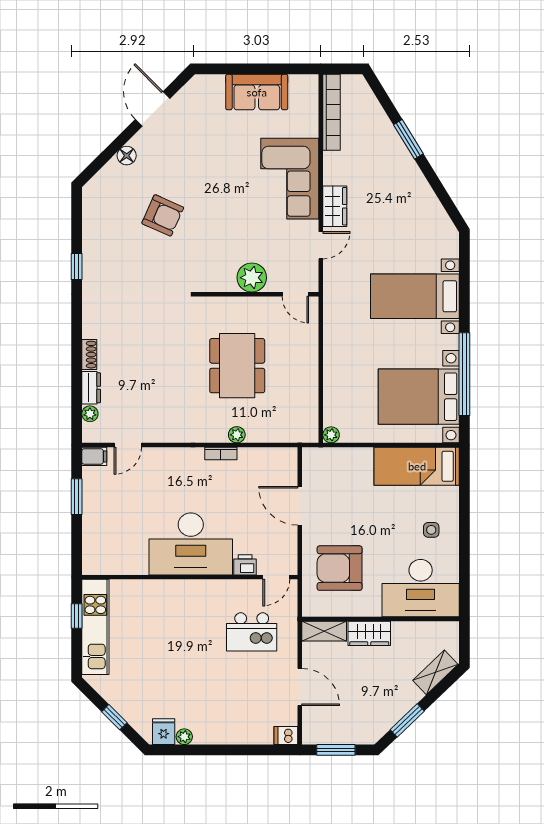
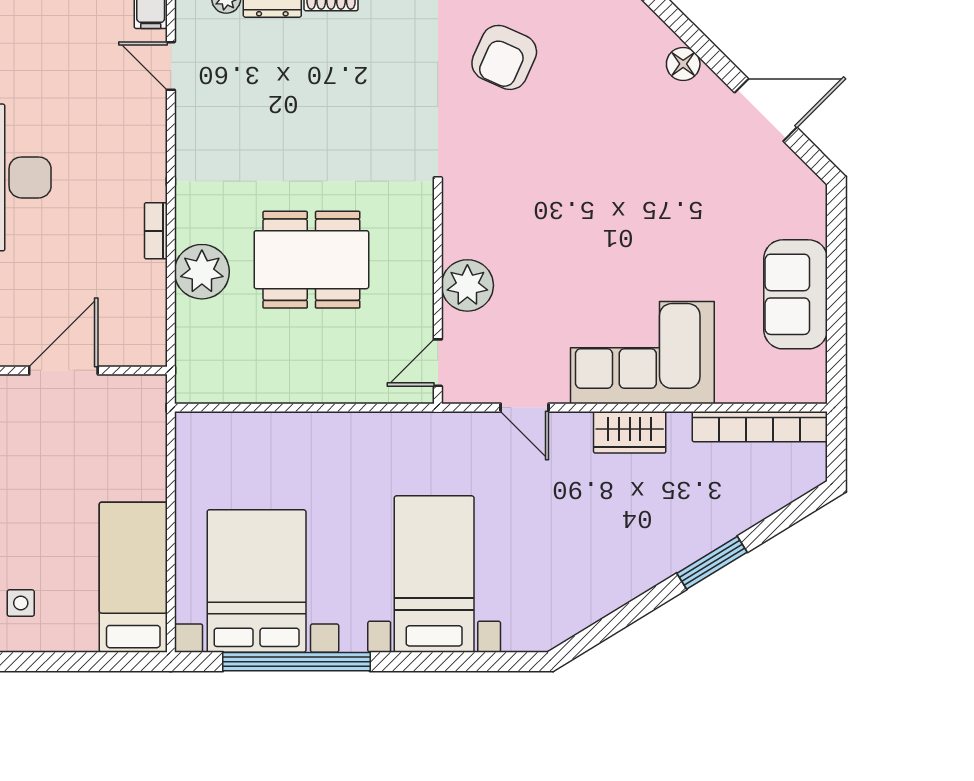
wardrobe: (335, 206) -> (630, 432), moved
armchair: (163, 215) -> (504, 57), moved
plant: (237, 435) -> (202, 272), width x1.87, depth x1.87
plant: (331, 435) -> (189, 426), removed

